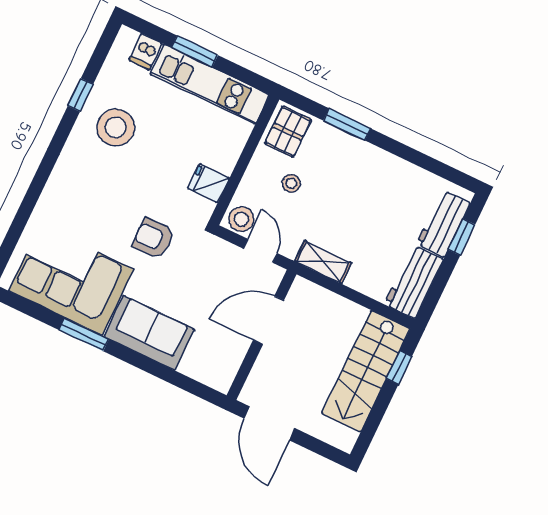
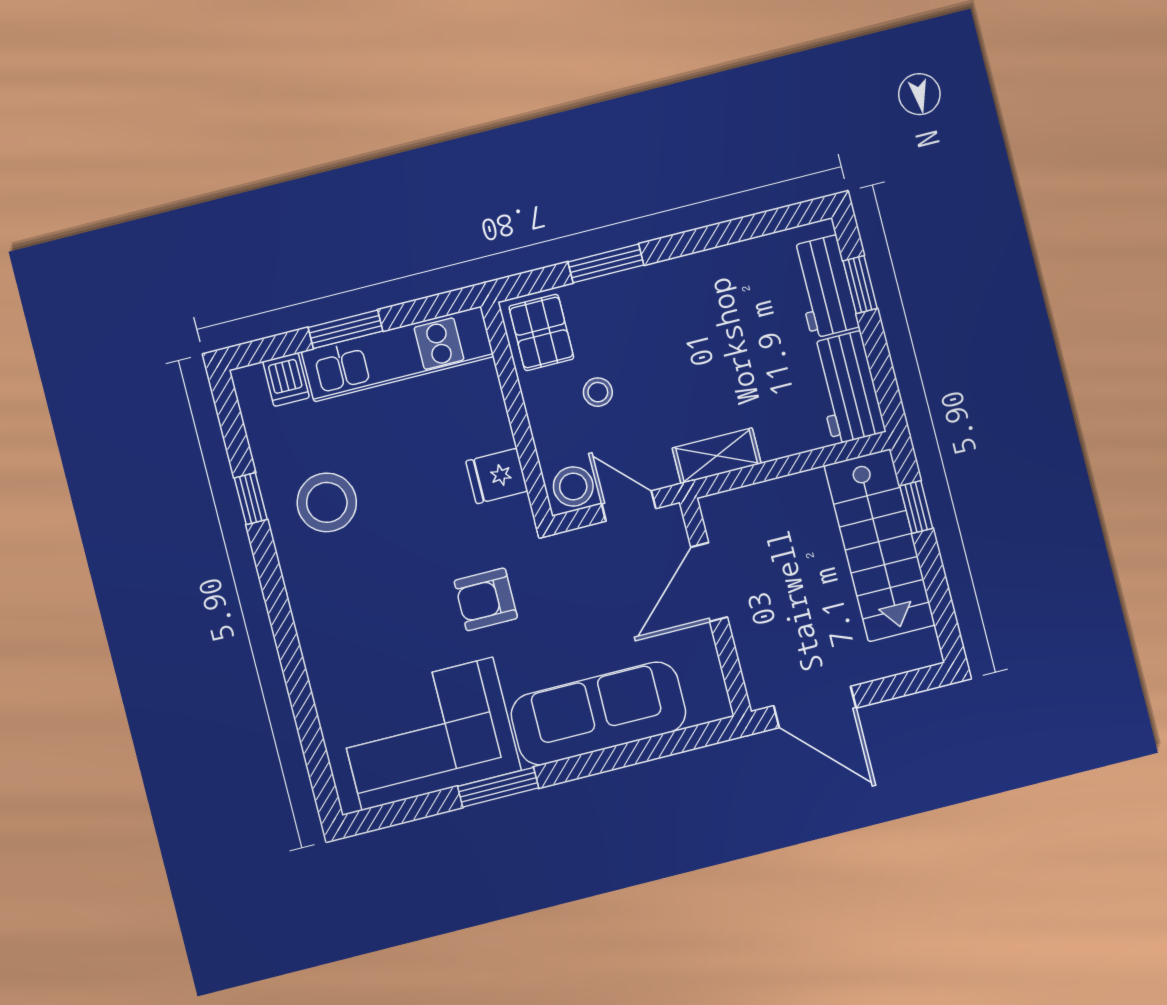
sofa: (149, 333) -> (598, 713), width x1.36

